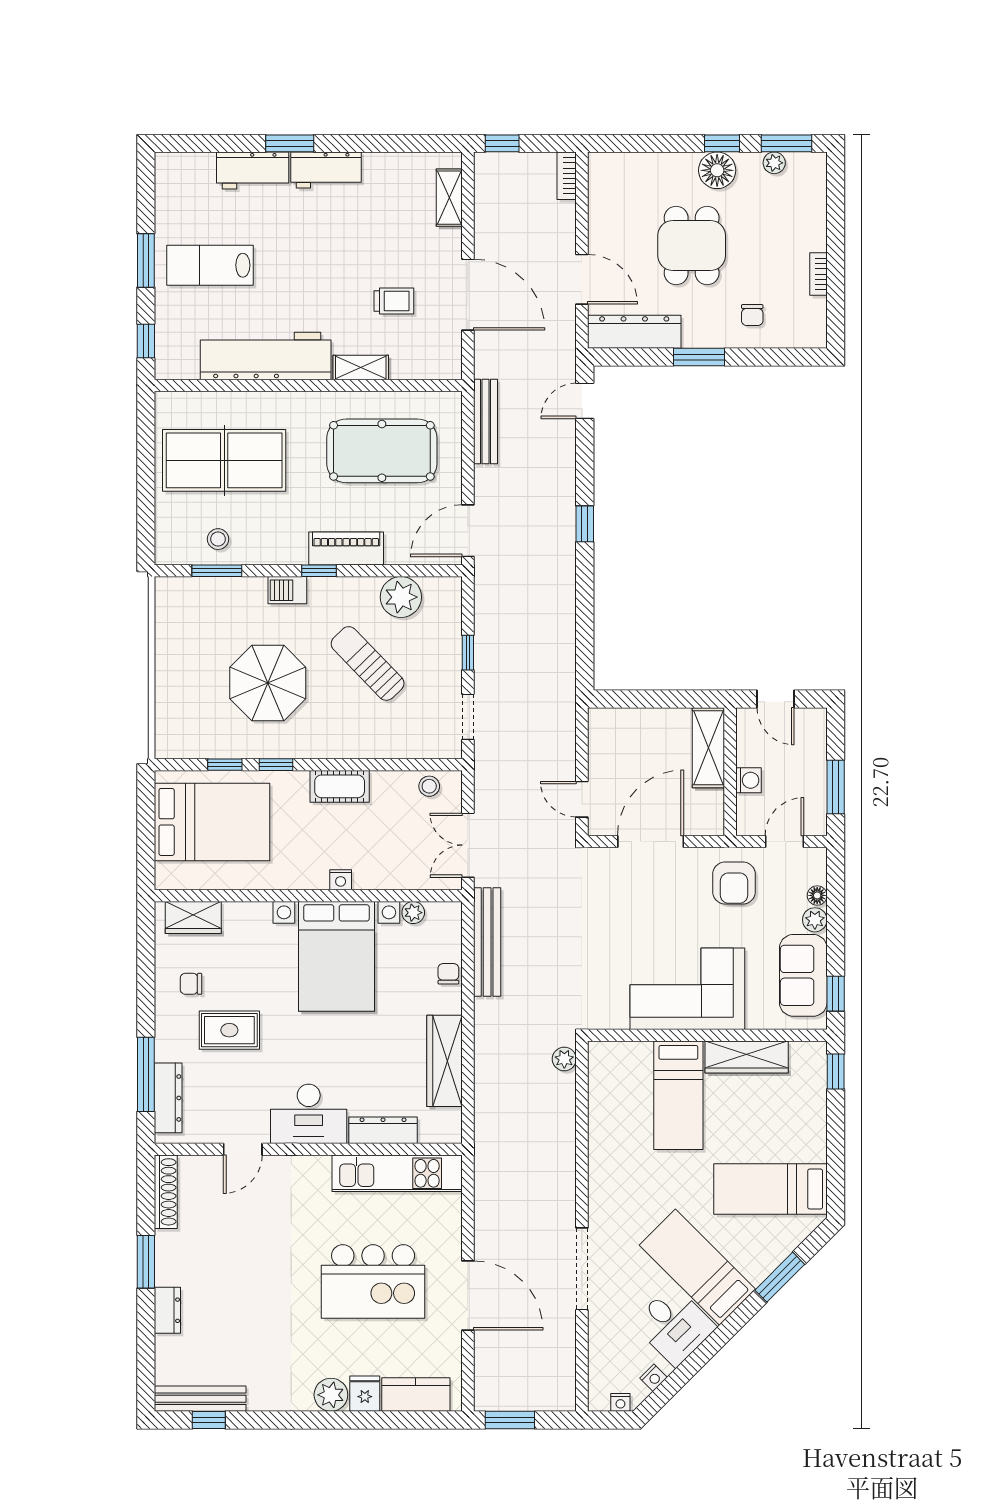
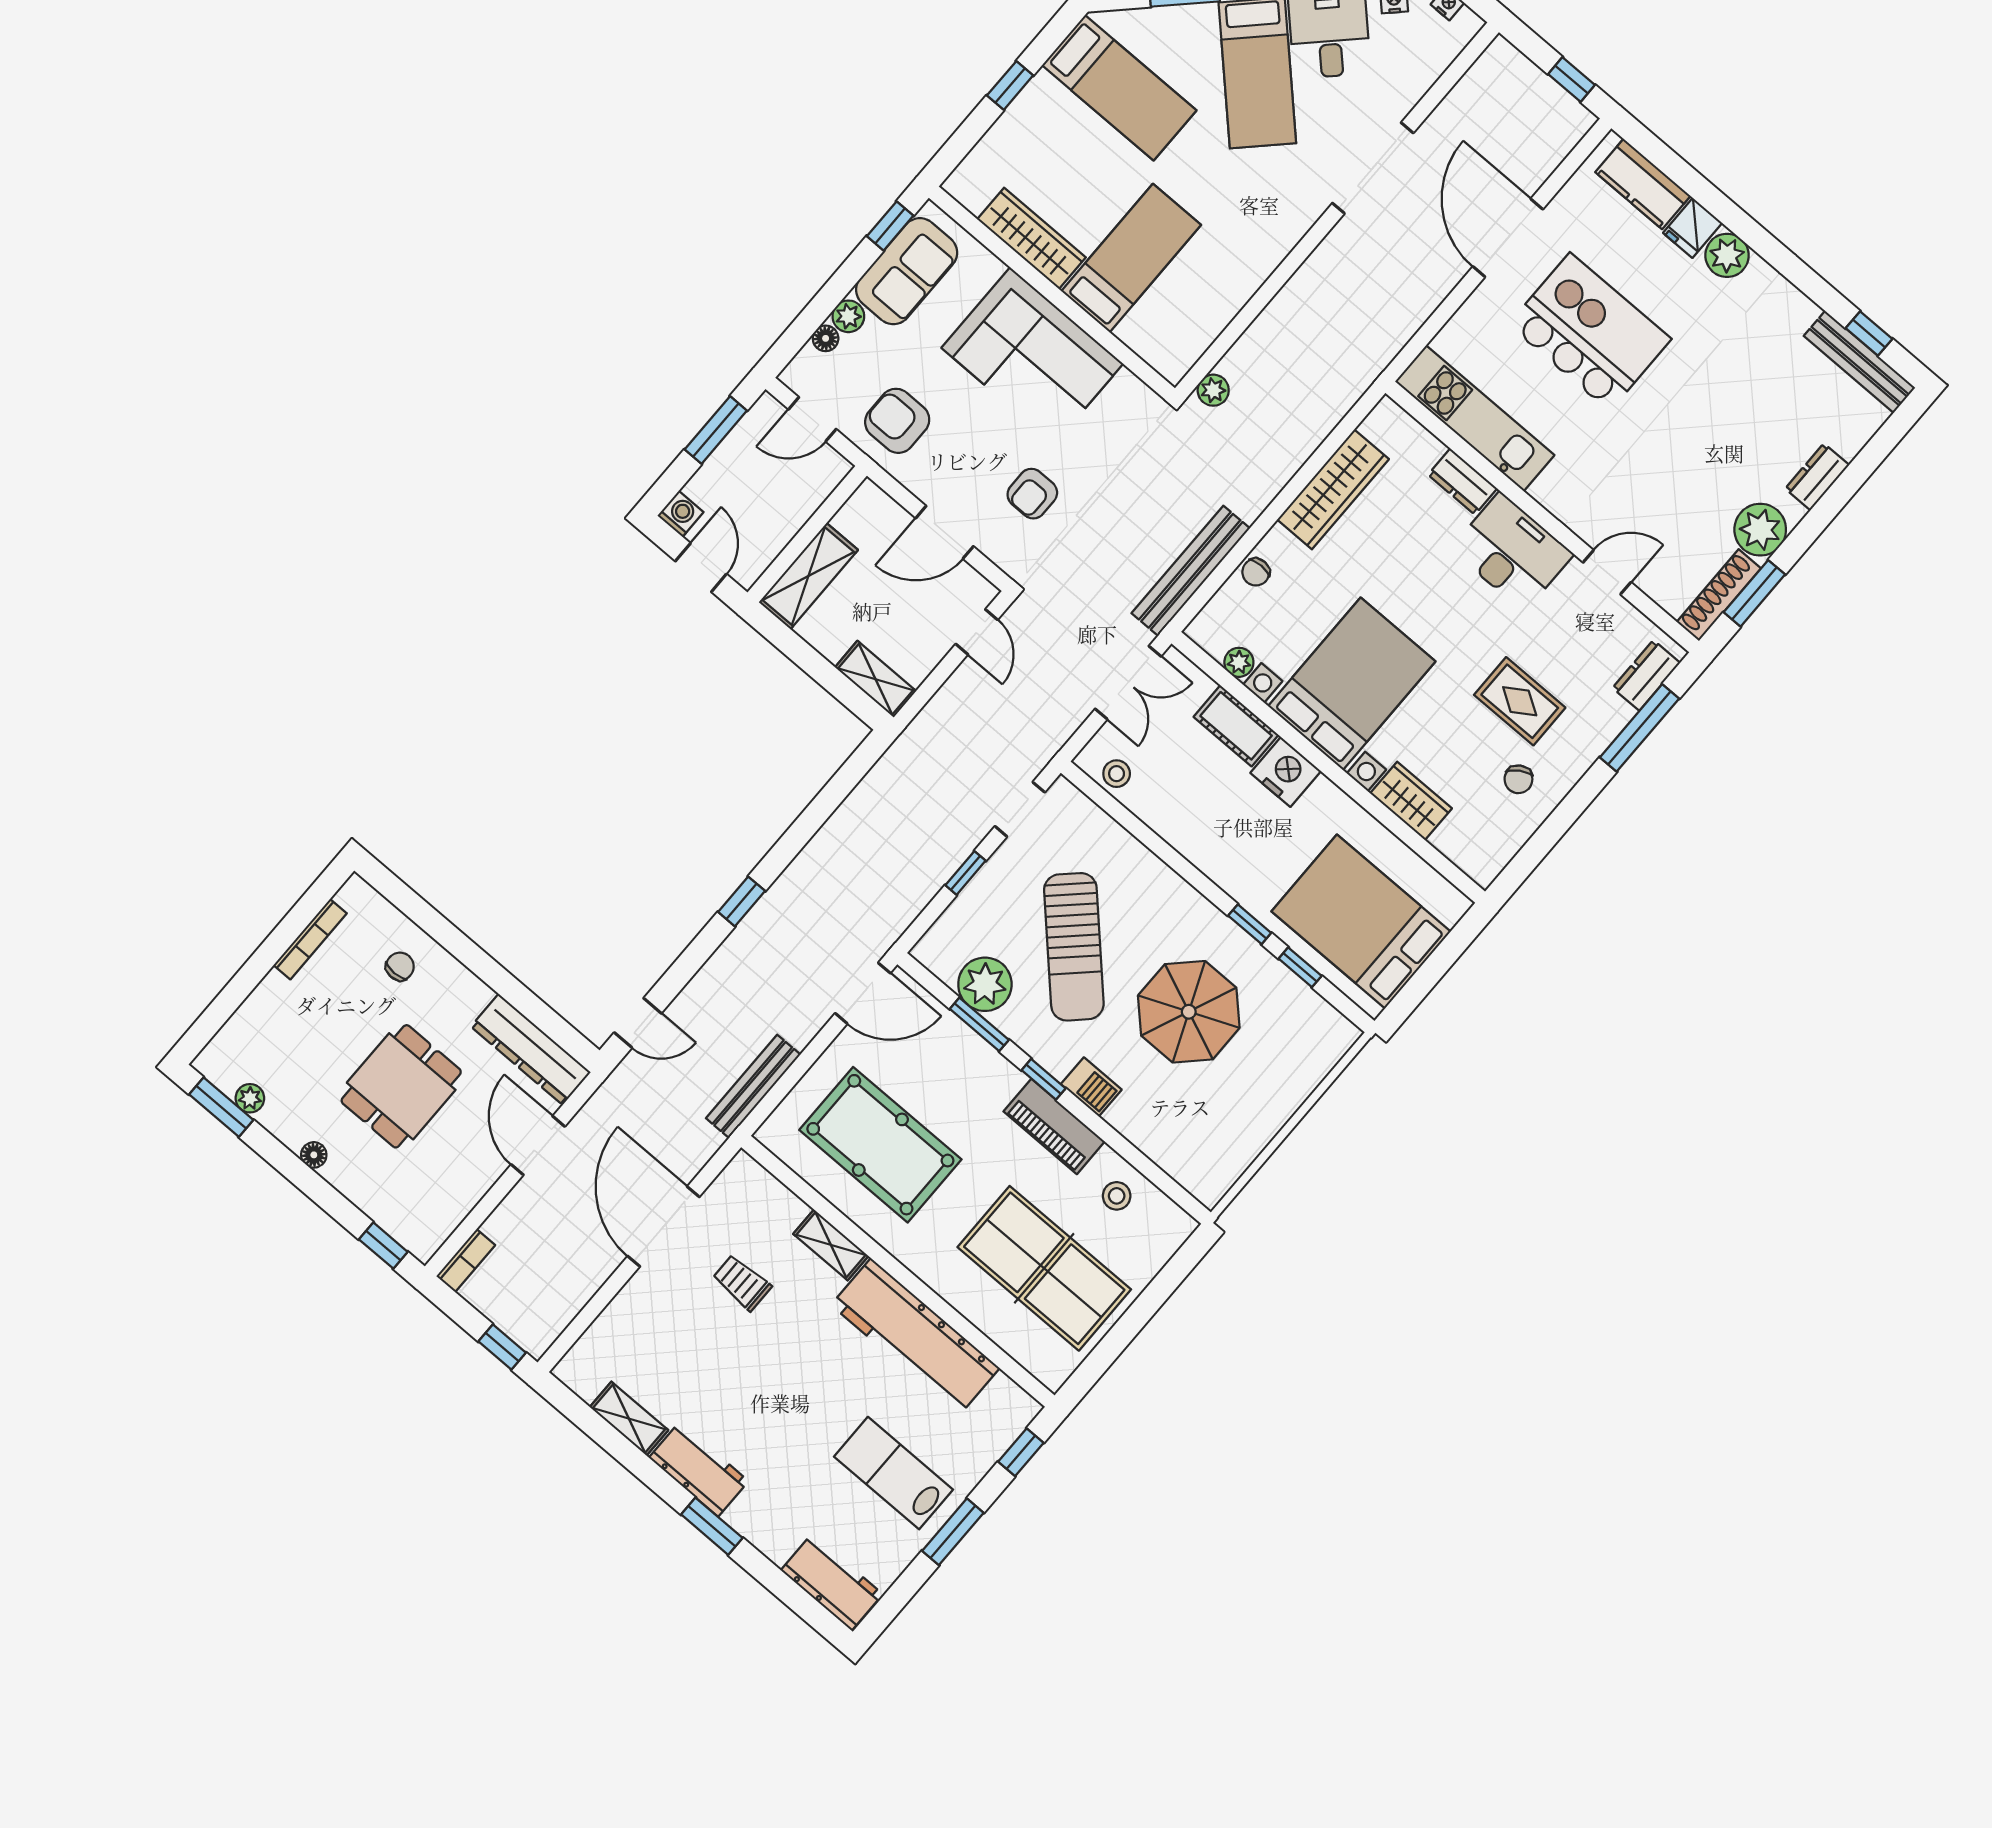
window: (722, 143) -> (383, 1246), moved
workbench: (253, 170) -> (832, 1582), moved
floor lamp: (717, 170) -> (314, 1155), width x0.53, depth x0.53
shelving: (449, 198) -> (629, 1419), moved, turned 90
lab bench: (210, 265) -> (894, 1473), turned 180
bookcase: (818, 274) -> (310, 939), width x1.56
window: (699, 357) -> (488, 970), removed
piano: (346, 548) -> (1054, 1126), moved
window: (217, 571) -> (979, 1024), moved
sun lounger: (368, 663) -> (1074, 947), width x1.36, depth x1.34
shelving: (617, 721) -> (876, 679), added
washing machine: (748, 780) -> (680, 514), moved, turned 90
cot: (340, 786) -> (1236, 726), moved
door: (651, 842) -> (945, 532), width x0.73
nightstand: (341, 880) -> (1286, 772), width x1.89, depth x1.79
armchair: (734, 883) -> (897, 421), turned -90
armchair: (618, 908) -> (1032, 494), added
wardrobe: (193, 917) -> (1411, 801), moved
chair: (191, 984) -> (1518, 779), turned 58
window: (836, 1072) -> (1010, 85), moved
dresser: (168, 1098) -> (1646, 675), width x0.70
dresser: (383, 1130) -> (1463, 482), width x0.70
plant: (174, 1251) -> (1760, 530), added
window: (146, 1262) -> (1754, 593), moved
window: (510, 1420) -> (1571, 79), width x0.67

